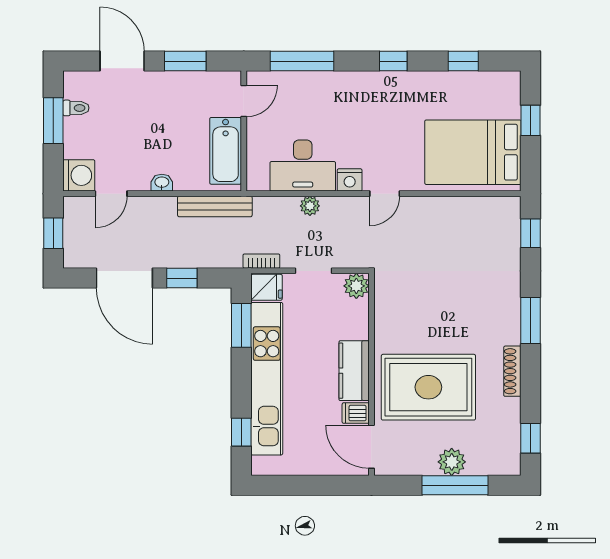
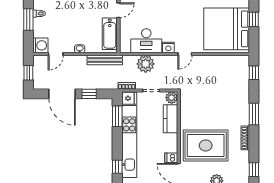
bed: (473, 152) -> (227, 29), width x1.36
plant: (310, 206) -> (146, 64), width x1.87, depth x1.87
kitchen counter: (354, 371) -> (171, 119), moved

